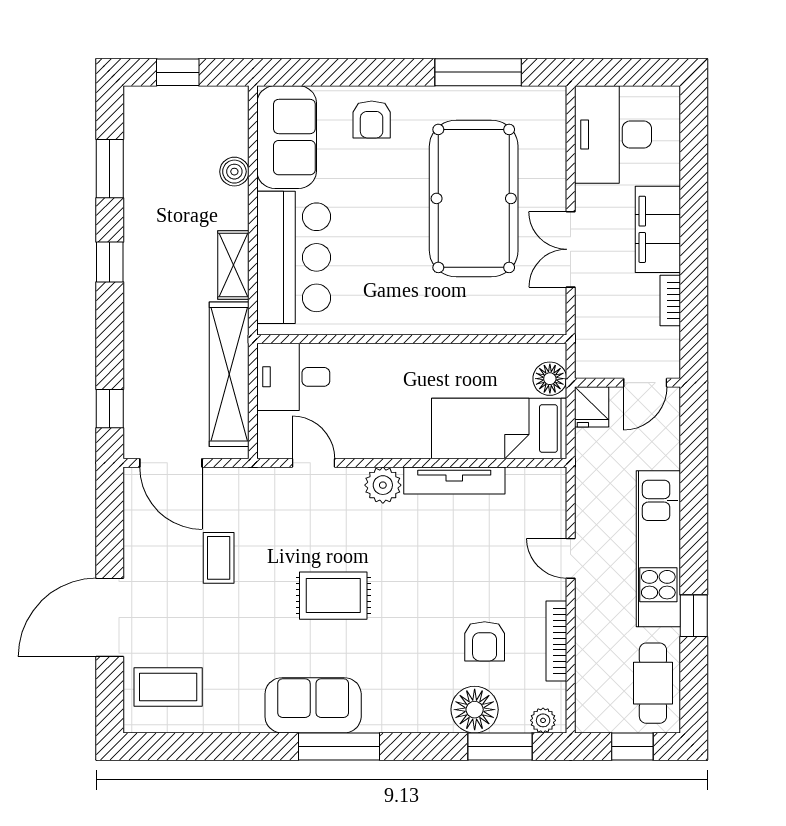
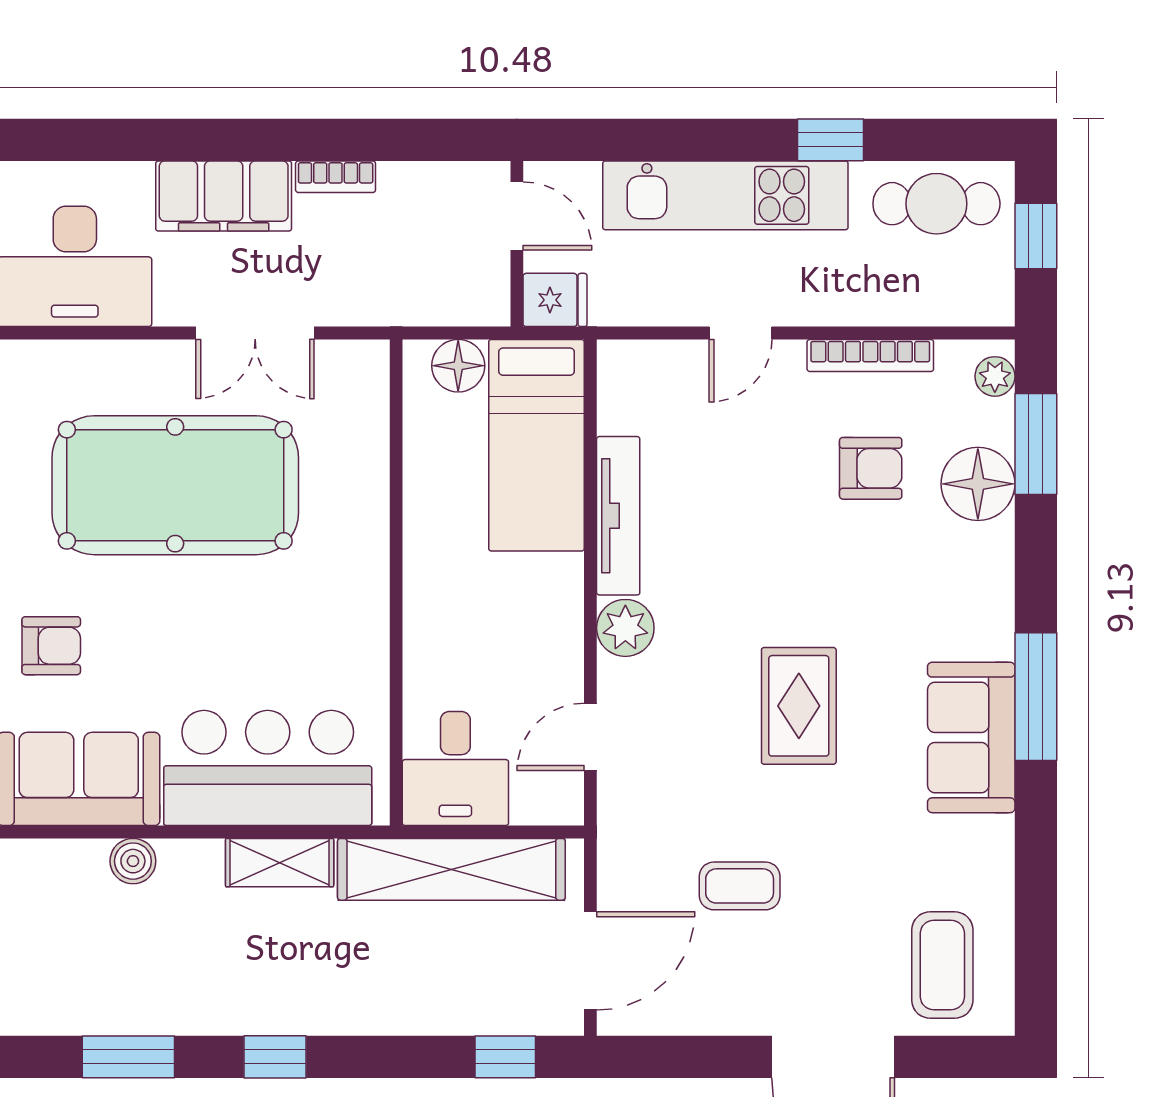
wall: (627, 383) -> (517, 244), moved
door: (645, 383) -> (517, 216), moved
fridge: (592, 407) -> (555, 300), moved

